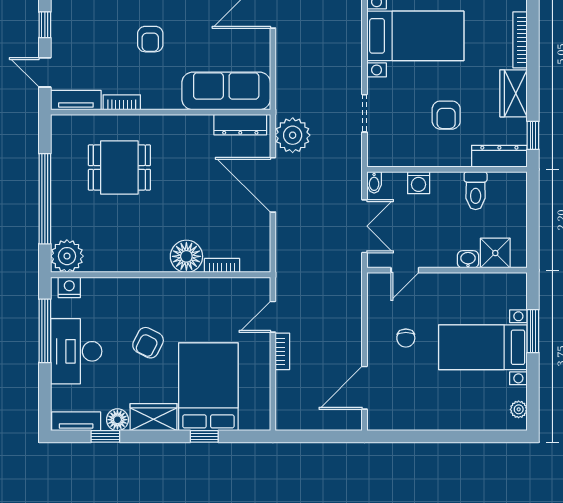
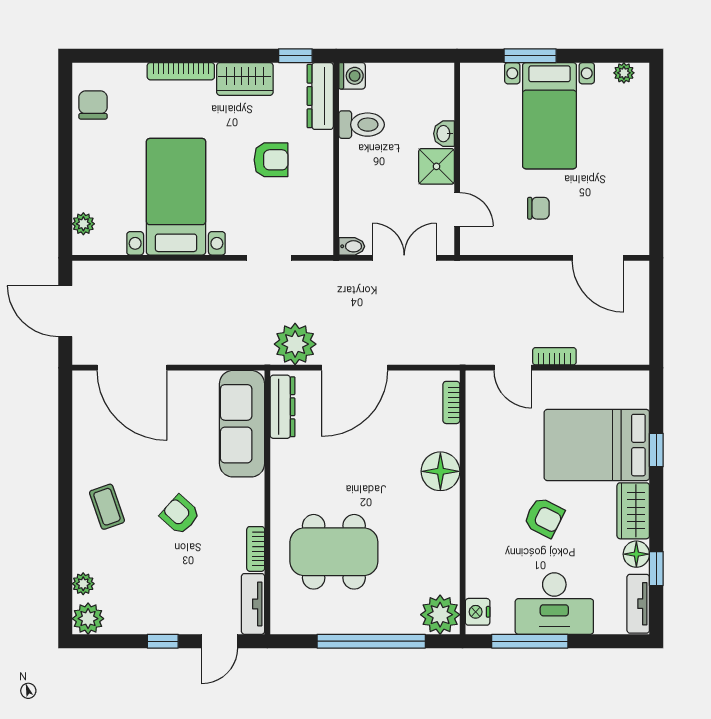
armchair: (150, 39) -> (180, 515), turned -138
dining table: (119, 168) -> (334, 552), width x1.37
washing machine: (419, 183) -> (352, 76), moved
shower: (495, 253) -> (436, 166), moved
bookcase: (222, 265) -> (451, 402), moved

